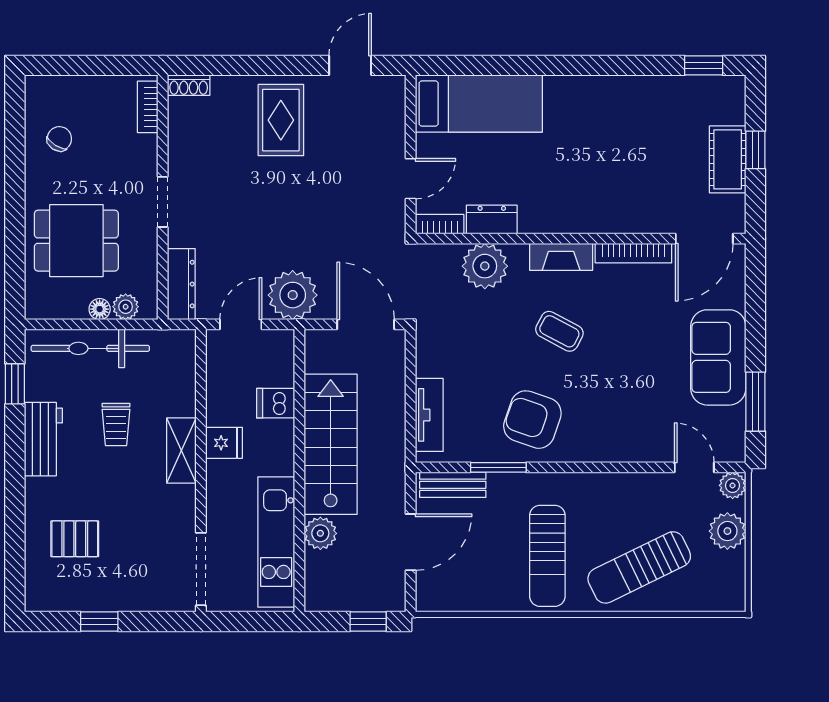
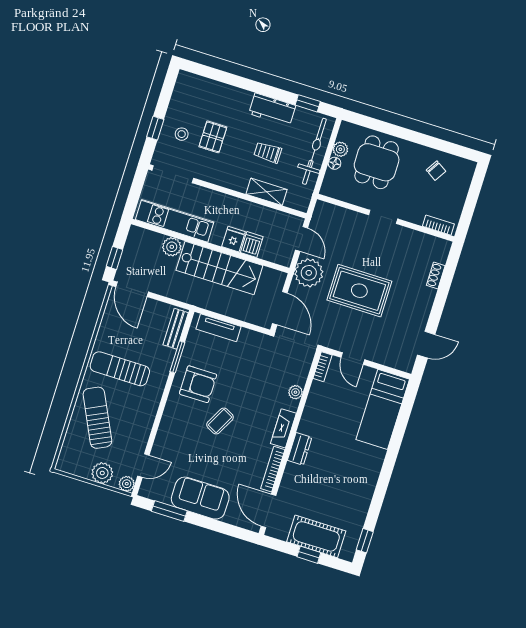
door: (350, 65) -> (426, 345), hinge flipped
shoe rack: (189, 85) -> (436, 275), moved
rug: (281, 120) -> (359, 291), moved, width x1.36, depth x1.43
cot: (728, 159) -> (316, 536), width x1.37, depth x1.34
dresser: (492, 219) -> (300, 449), moved
plant: (485, 266) -> (295, 392), width x0.53, depth x0.53
dresser: (181, 284) -> (334, 213), removed
plant: (126, 307) -> (340, 149), moved
door: (366, 324) -> (280, 308), hinge flipped
coffee table: (559, 331) -> (220, 421), moved
armchair: (532, 420) -> (198, 384), turned 71
fridge: (224, 443) -> (233, 239), moved, turned 180
shelving: (181, 450) -> (267, 192), moved
pallet: (75, 539) -> (213, 137), moved
door: (411, 542) -> (132, 289), moved
stool: (130, 575) -> (182, 134), added
window: (99, 622) -> (155, 128), moved

